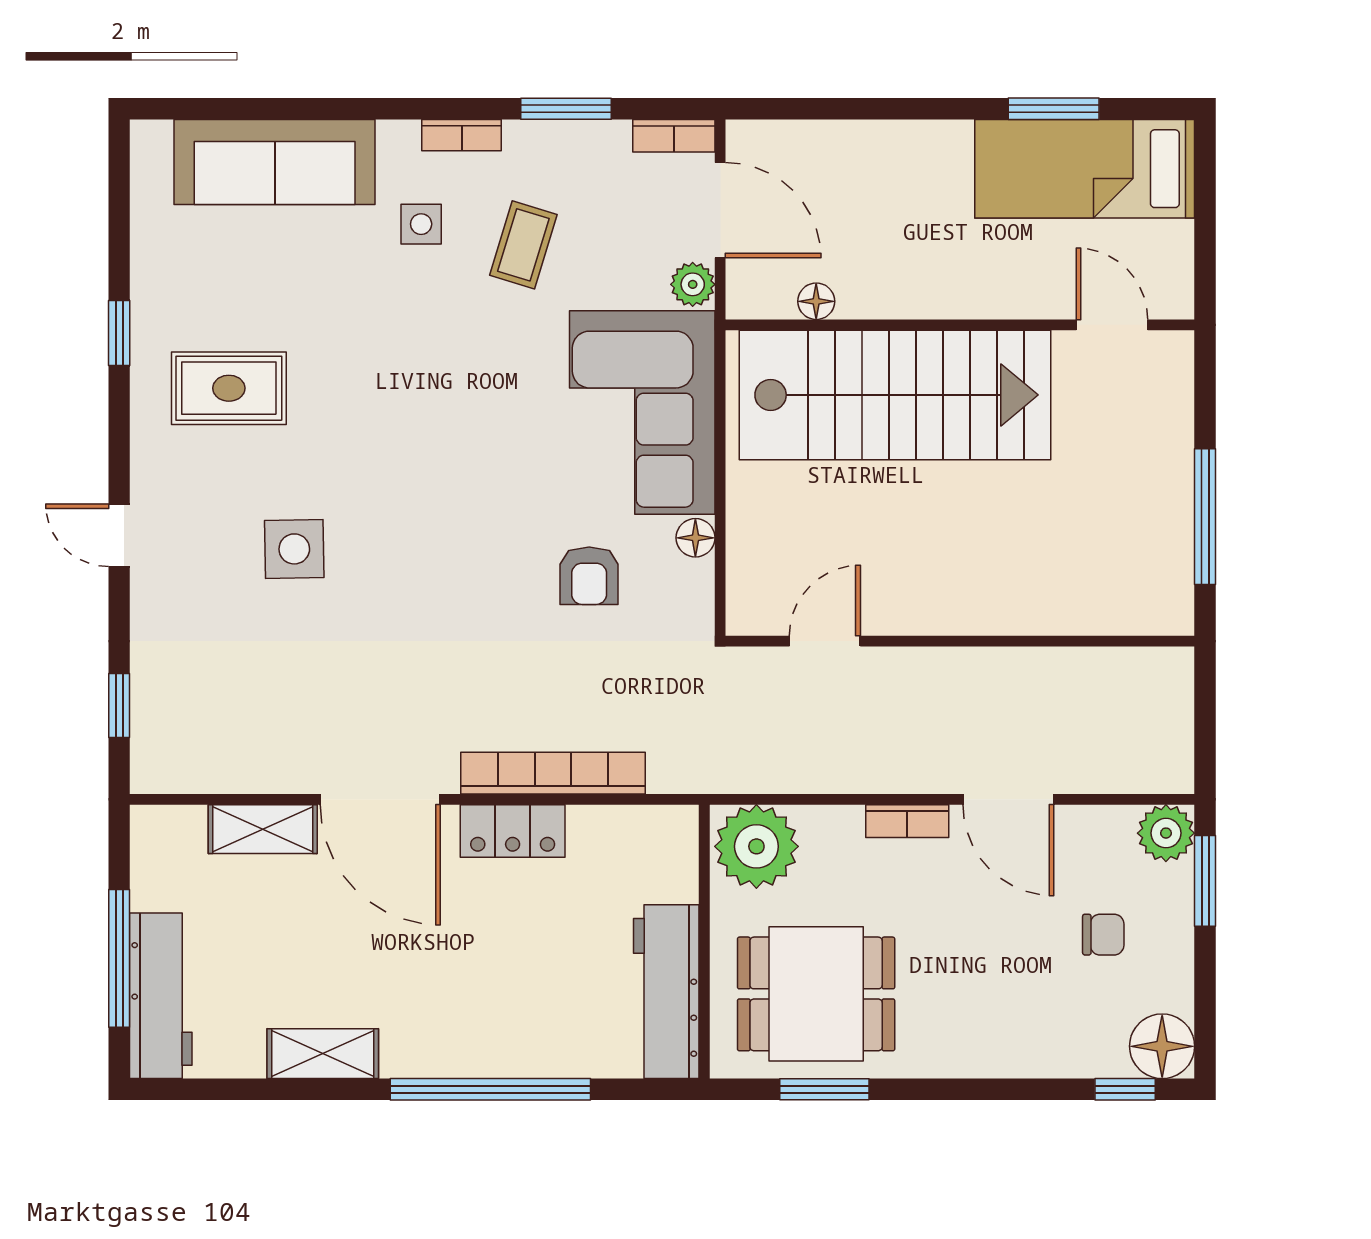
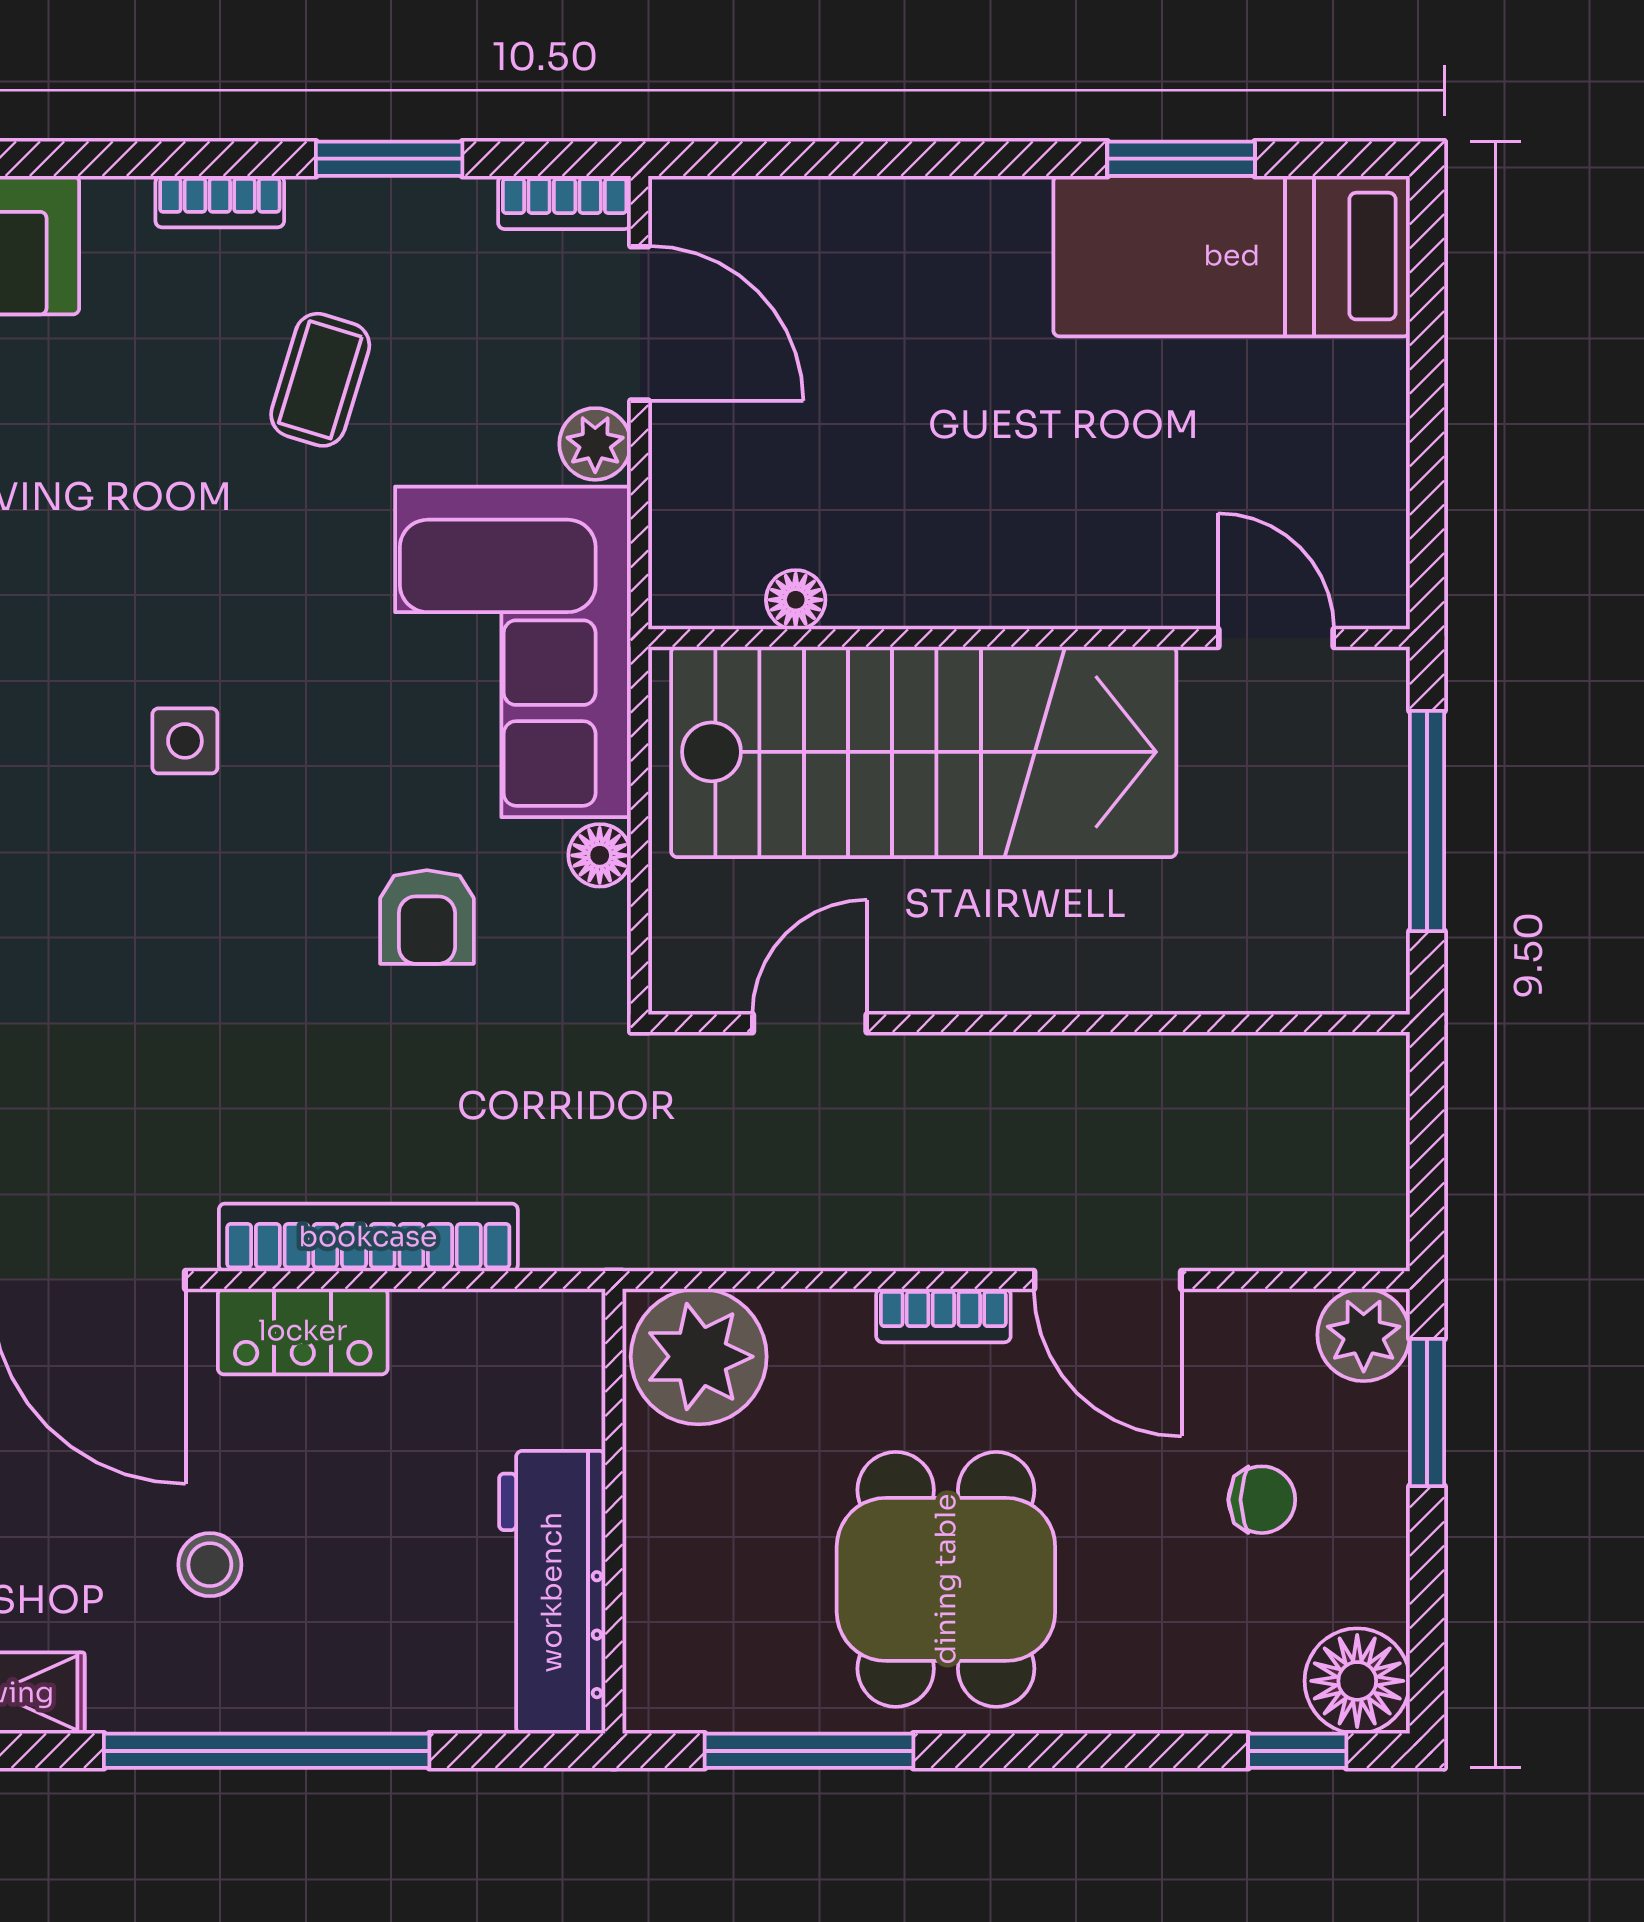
side table: (421, 224) -> (185, 741), moved
floor lamp: (816, 301) -> (796, 600), moved
wall: (960, 325) -> (1029, 638), moved
door: (1112, 325) -> (1276, 638), moved
stairs: (895, 395) -> (924, 752), moved
stool: (455, 975) -> (210, 1565), added
dining table: (816, 994) -> (946, 1579), moved, turned 90
window: (824, 1089) -> (809, 1751), width x1.44

